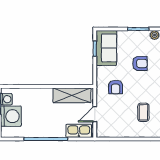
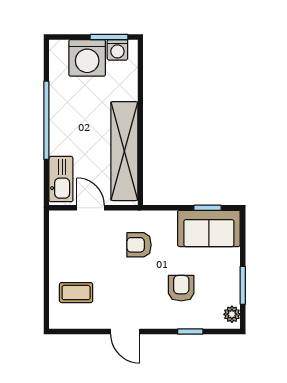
armchair: (140, 63) -> (181, 288), turned 180
shelving: (72, 95) -> (124, 151), width x1.47
coffee table: (143, 112) -> (76, 293), moved

